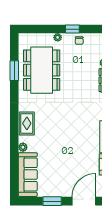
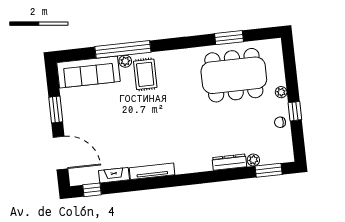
rug: (27, 123) -> (145, 74), moved, turned 90
window: (14, 148) -> (123, 49), added

